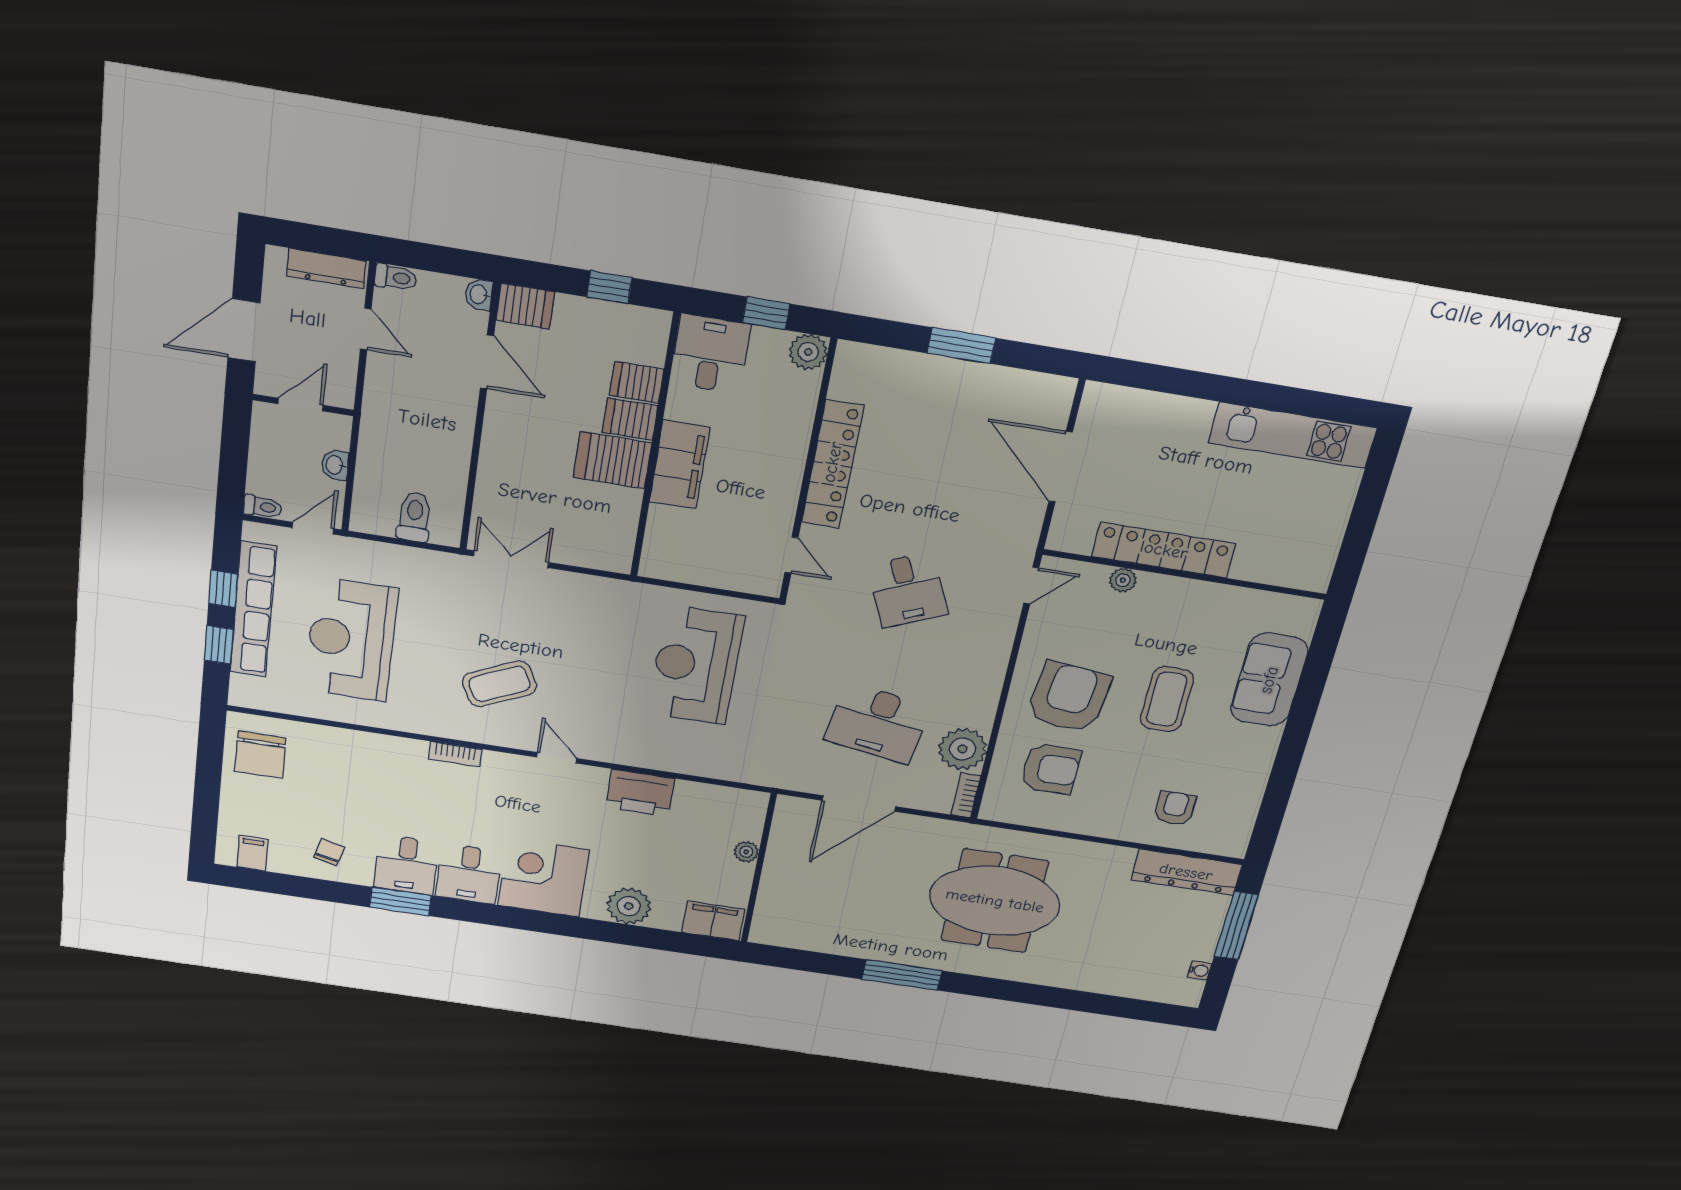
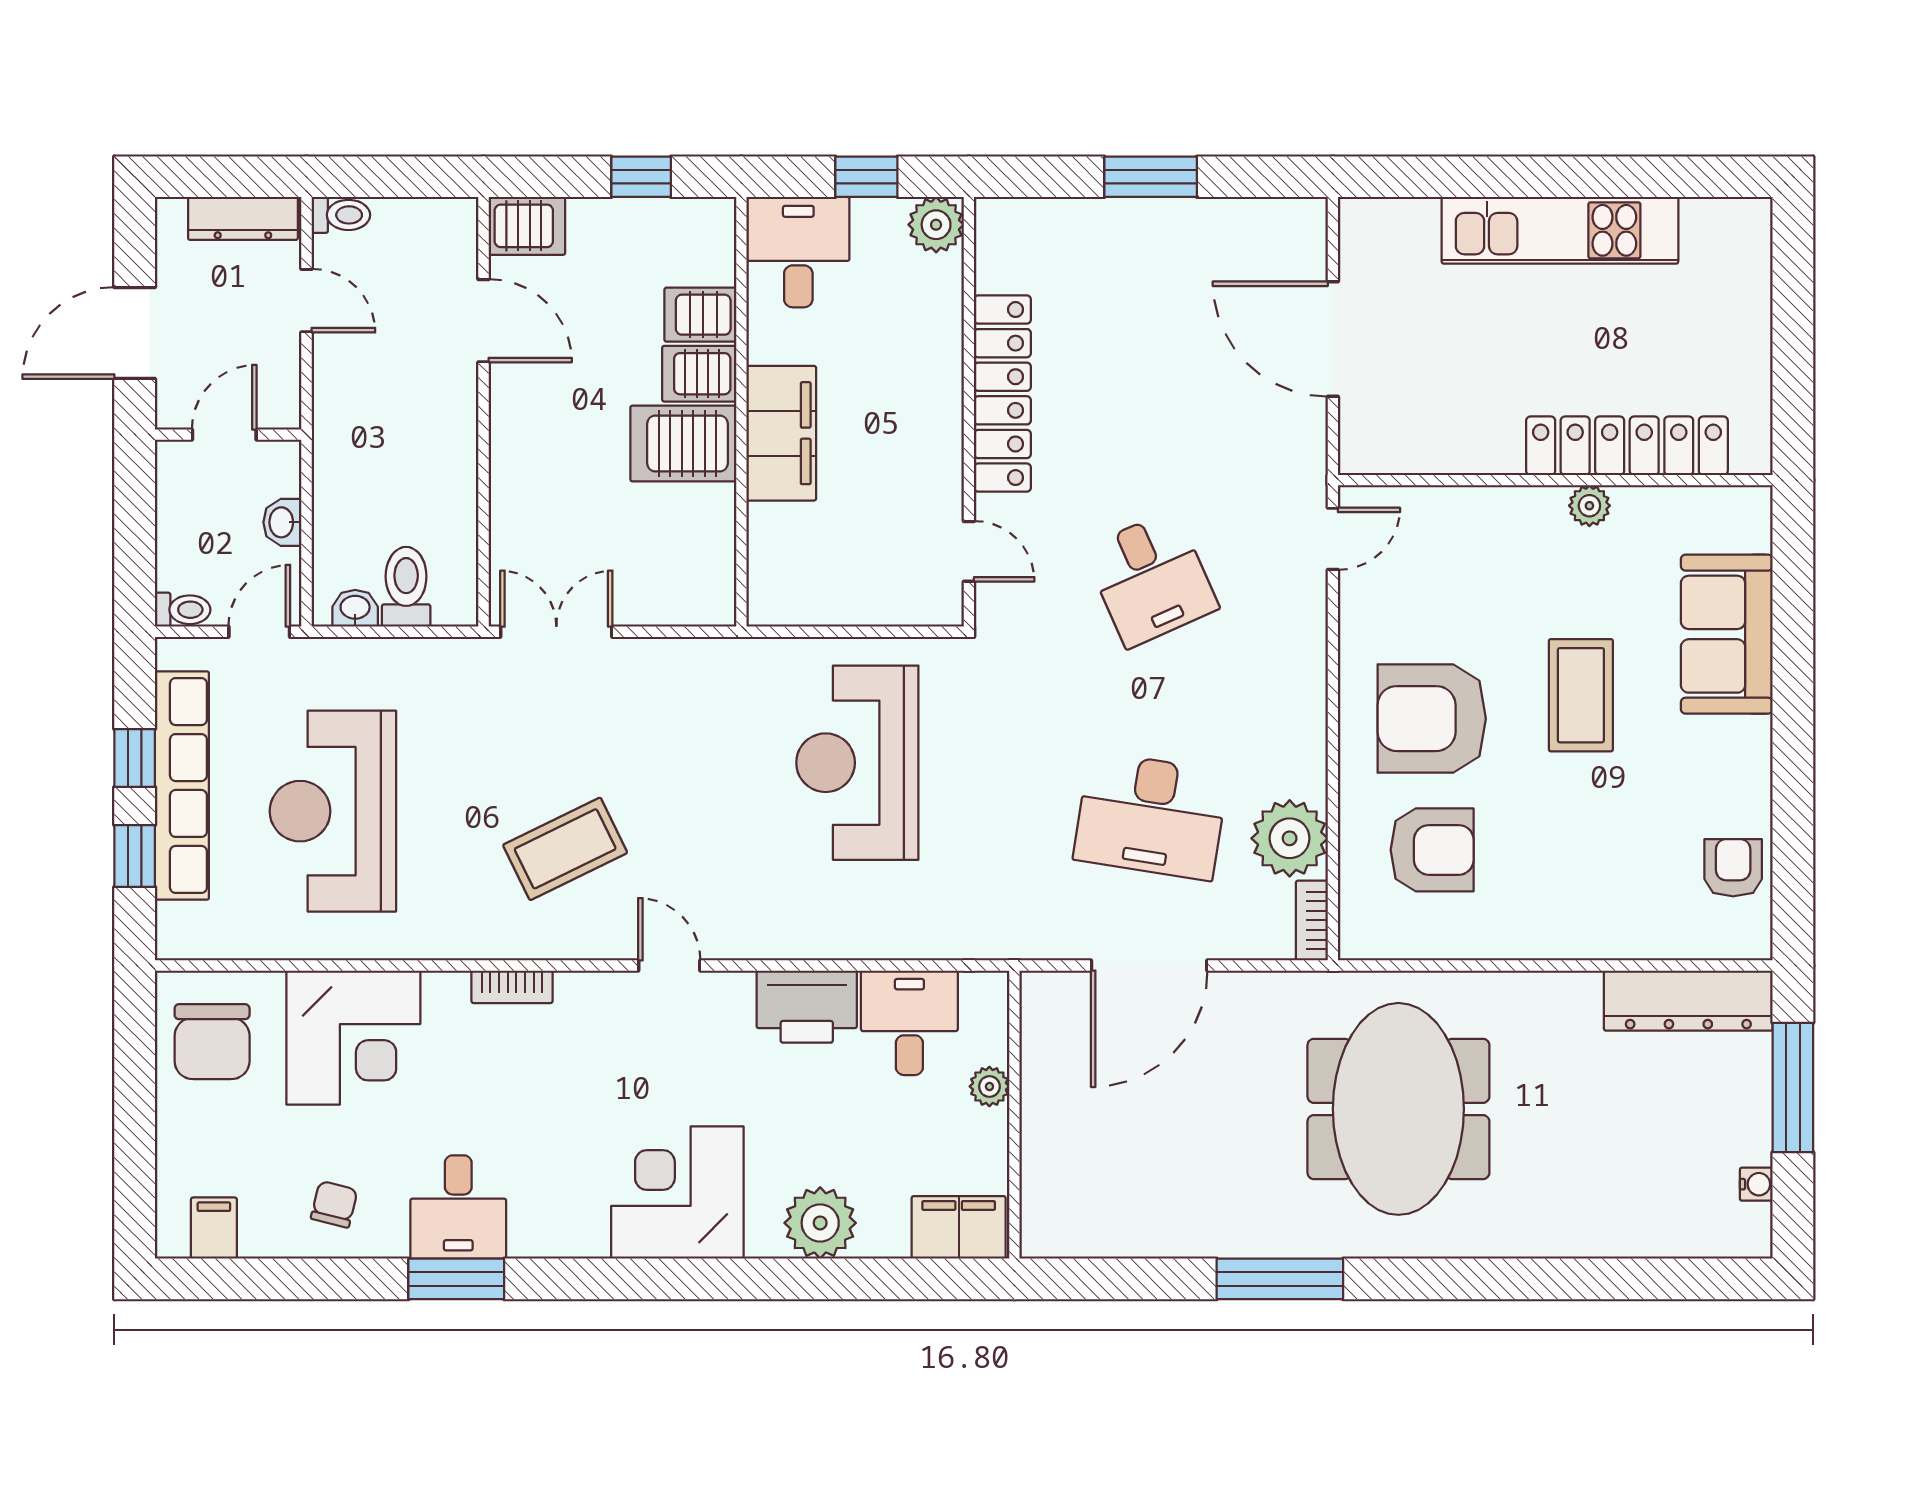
washbasin: (479, 294) -> (355, 608), moved, turned 90
kitchen unit: (1293, 435) -> (1560, 230), moved
locker: (1164, 550) -> (1627, 446), moved
plant: (1123, 580) -> (1589, 506), moved
armchair: (1069, 697) -> (1432, 719), turned -96
corner desk: (351, 766) -> (353, 1038), added
armchair: (1175, 808) -> (1733, 868), moved
desk: (469, 874) -> (909, 1023), moved, turned 180
meeting table: (995, 901) -> (1398, 1109), turned 90

